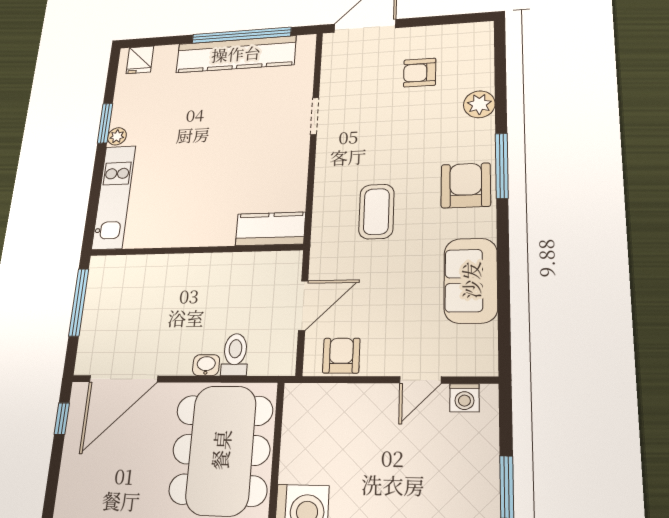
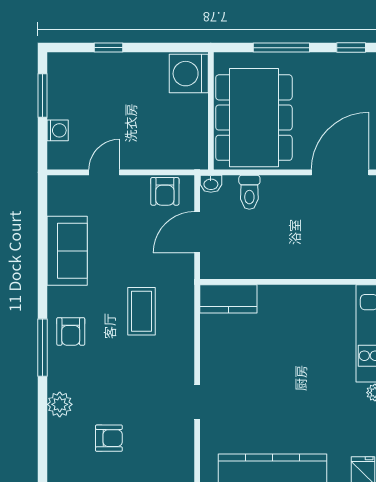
armchair: (466, 185) -> (71, 331), width x0.72, depth x0.72
washbasin: (206, 365) -> (211, 184), moved
washing machine: (464, 398) -> (58, 130), moved, turned 90

